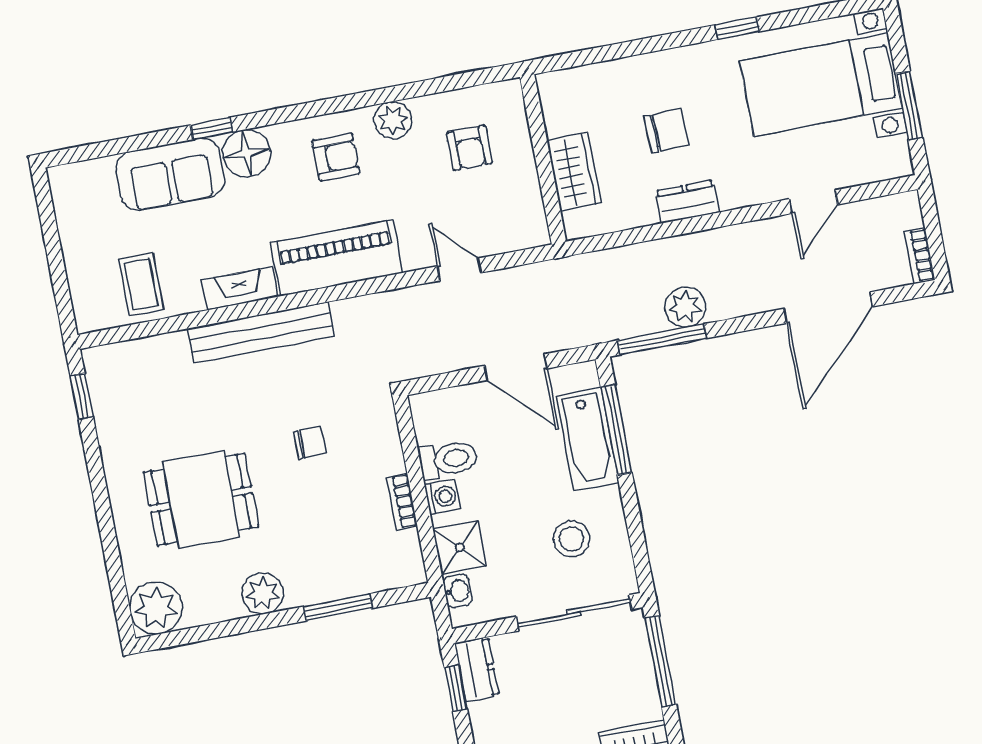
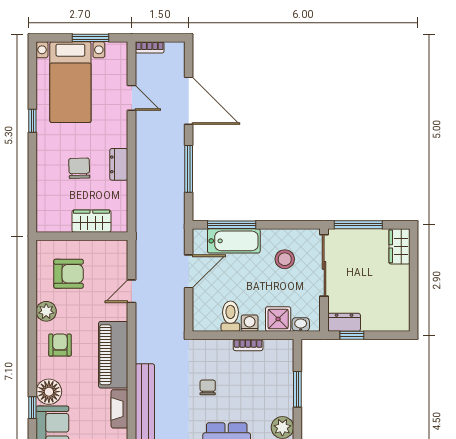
armchair: (469, 148) -> (69, 274), width x1.38, depth x1.38
bookcase: (920, 256) -> (150, 47), moved
plant: (685, 307) -> (174, 176), removed
window: (662, 339) -> (189, 169), moved

